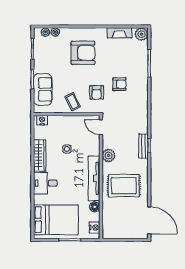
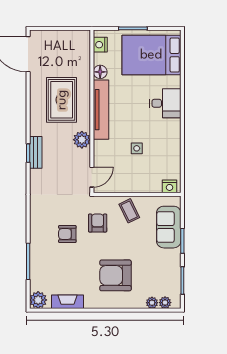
door: (101, 127) -> (92, 177), hinge flipped
wardrobe: (40, 155) -> (173, 140), removed
rug: (124, 186) -> (62, 100), turned 90

